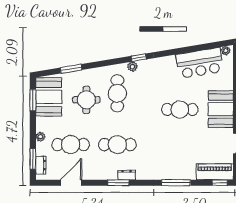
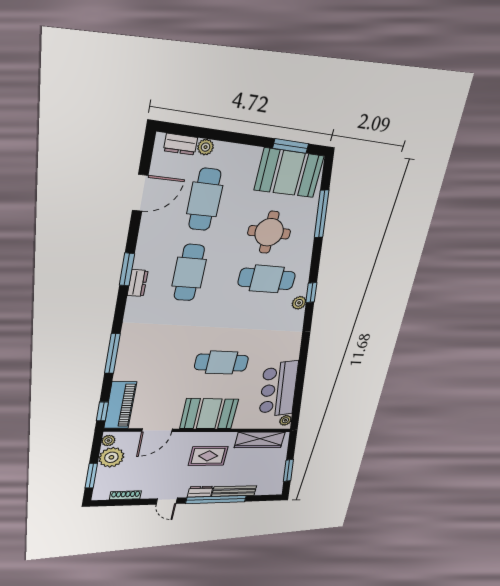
window: (139, 58) -> (311, 293), moved
window: (71, 69) -> (322, 214), width x1.44
cafe table: (180, 109) -> (222, 363), turned 90
plant: (40, 137) -> (206, 147), moved
window: (33, 159) -> (194, 132), removed
door: (71, 183) -> (140, 193), hinge flipped

